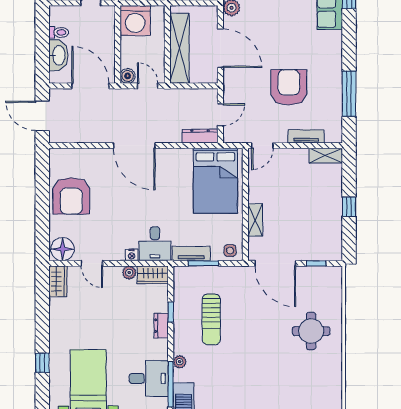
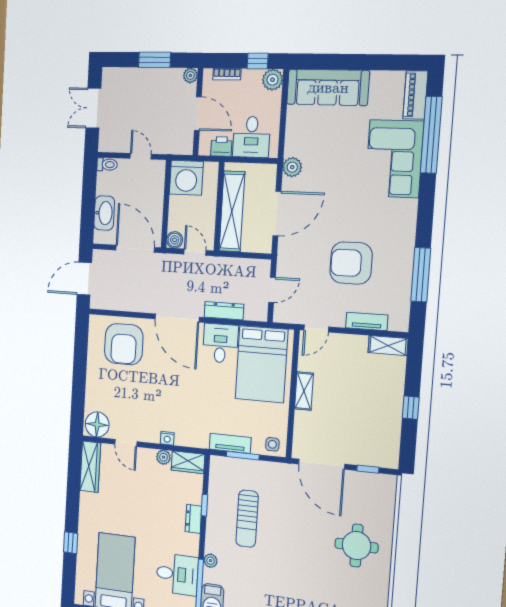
toilet: (59, 32) -> (107, 165), moved
door: (220, 48) -> (277, 214), hinge flipped
armchair: (289, 87) -> (351, 263), turned -90
door: (42, 116) -> (84, 279), hinge flipped
dresser: (200, 136) -> (224, 311), moved
armchair: (71, 196) -> (124, 344), moved
shelving: (255, 220) -> (304, 391), moved
desk: (155, 244) -> (220, 343), moved, turned 180
wardrobe: (58, 281) -> (90, 467), width x1.50

